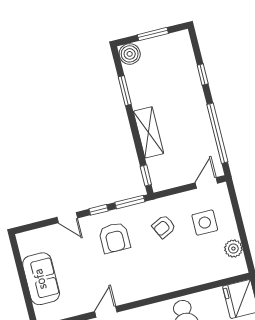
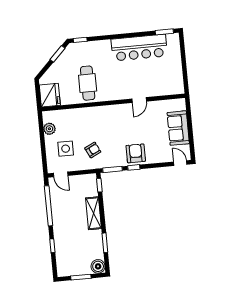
door: (206, 183) -> (61, 174), hinge flipped
door: (67, 218) -> (180, 163), moved
armchair: (114, 238) -> (136, 153), moved

